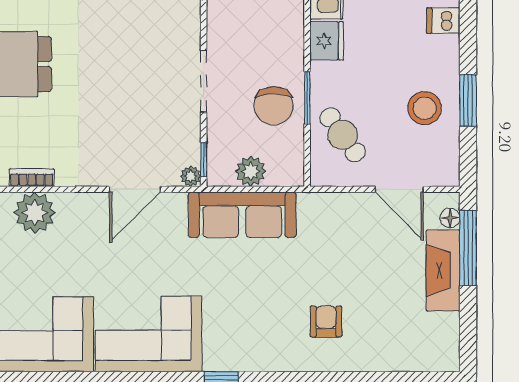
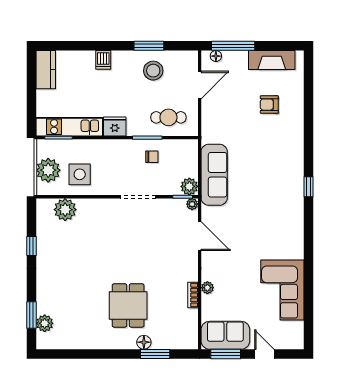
chair: (274, 106) -> (152, 157), width x0.54, depth x0.54
cafe table: (343, 135) -> (168, 117), turned 36
plant: (251, 171) -> (189, 186), moved
plant: (35, 213) -> (207, 288), width x0.53, depth x0.53
fireplace: (443, 271) -> (272, 60), moved
armchair: (326, 321) -> (269, 105), moved
corner sofa: (148, 334) -> (282, 228), removed

